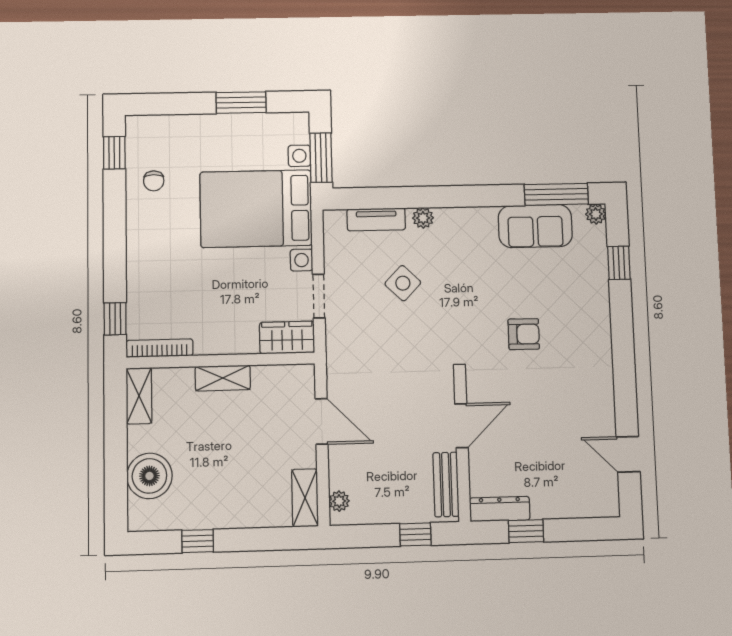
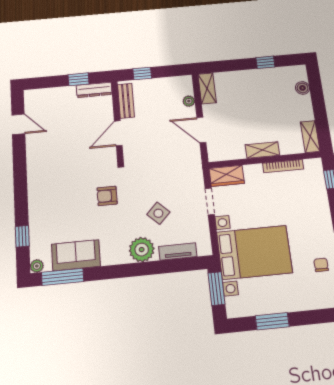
plant: (423, 218) -> (142, 250), width x1.87, depth x1.87
armchair: (524, 334) -> (107, 196), moved
bookcase: (160, 348) -> (283, 166), moved
boiler: (149, 476) -> (303, 88), width x0.54, depth x0.54
plant: (339, 501) -> (189, 101), moved

